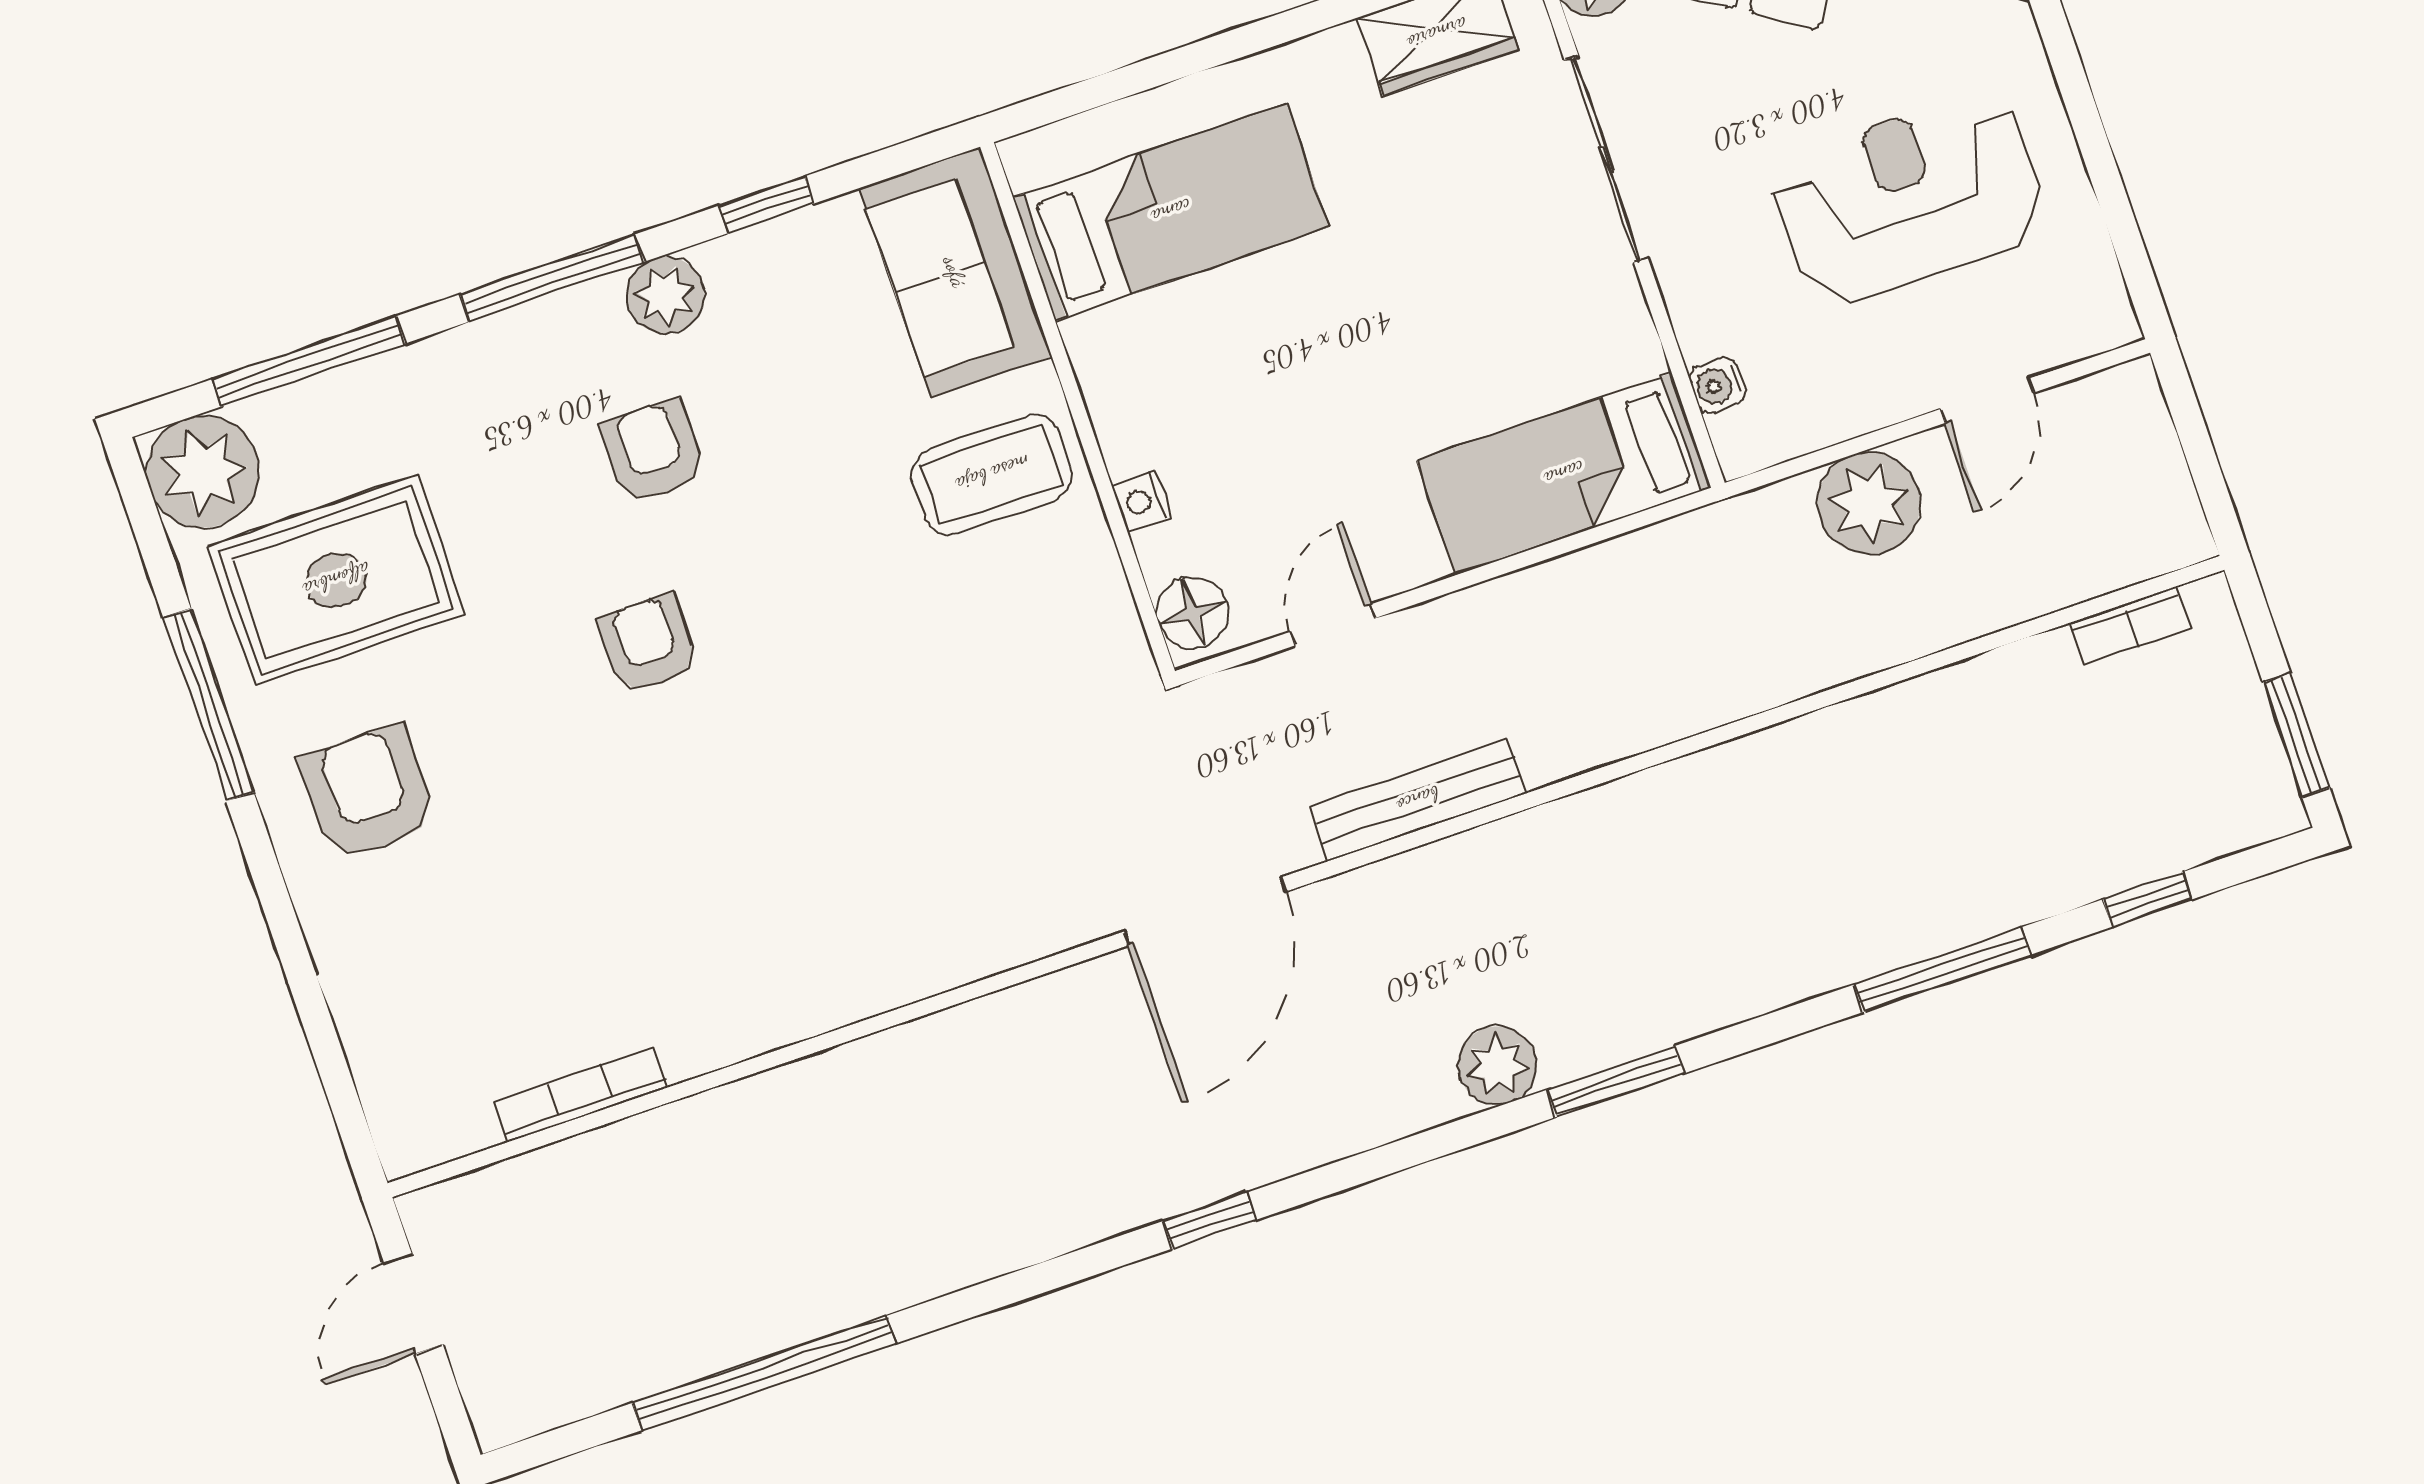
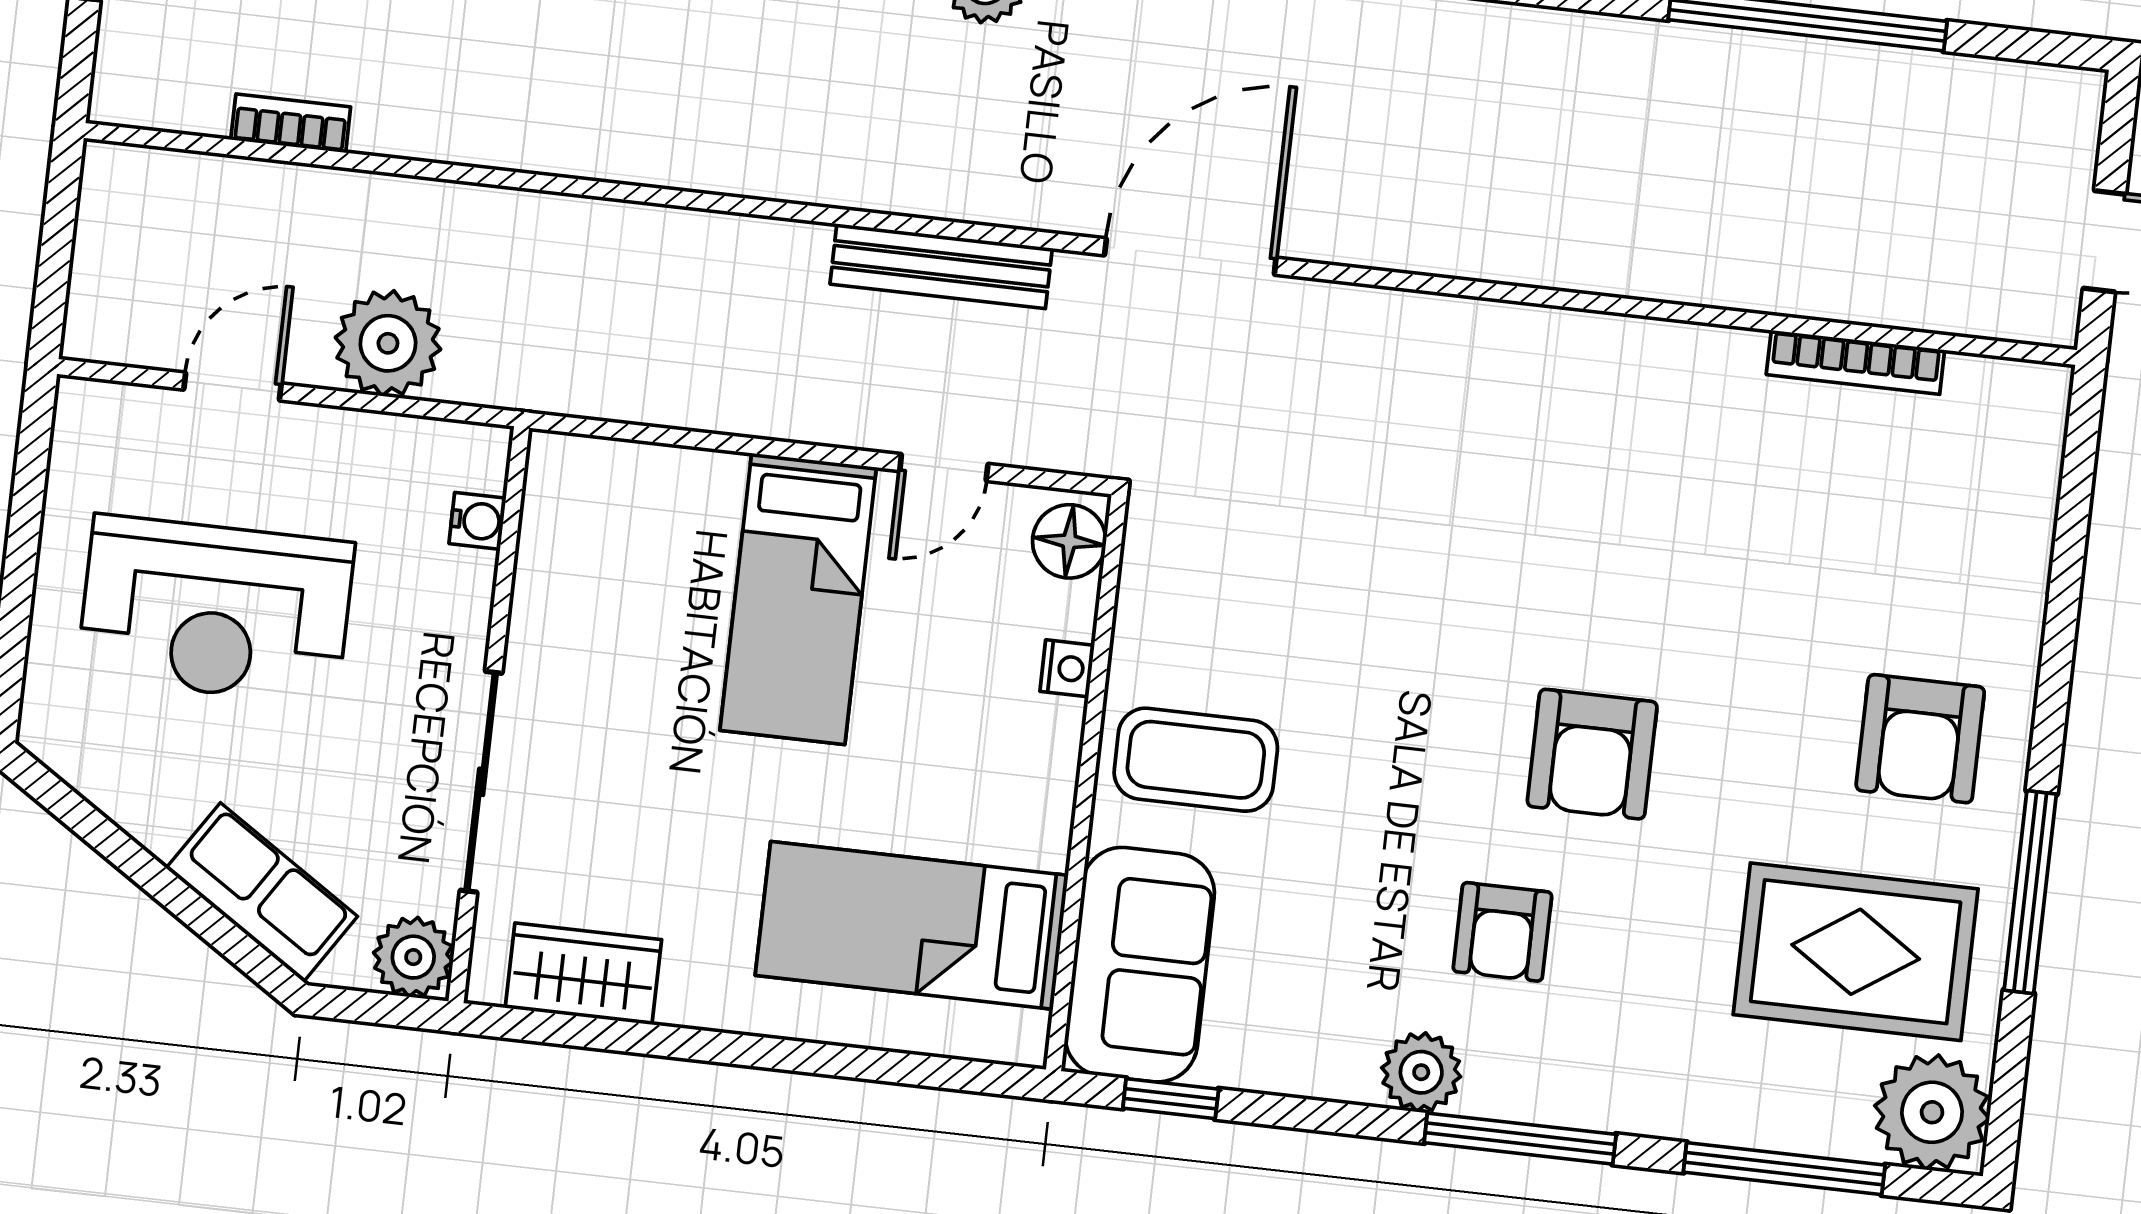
window: (766, 205) -> (1171, 1099), moved
bed: (1564, 474) -> (798, 599), moved, turned 90
bookcase: (2130, 626) -> (291, 123), moved
armchair: (648, 644) -> (1592, 754), width x1.38, depth x1.38

